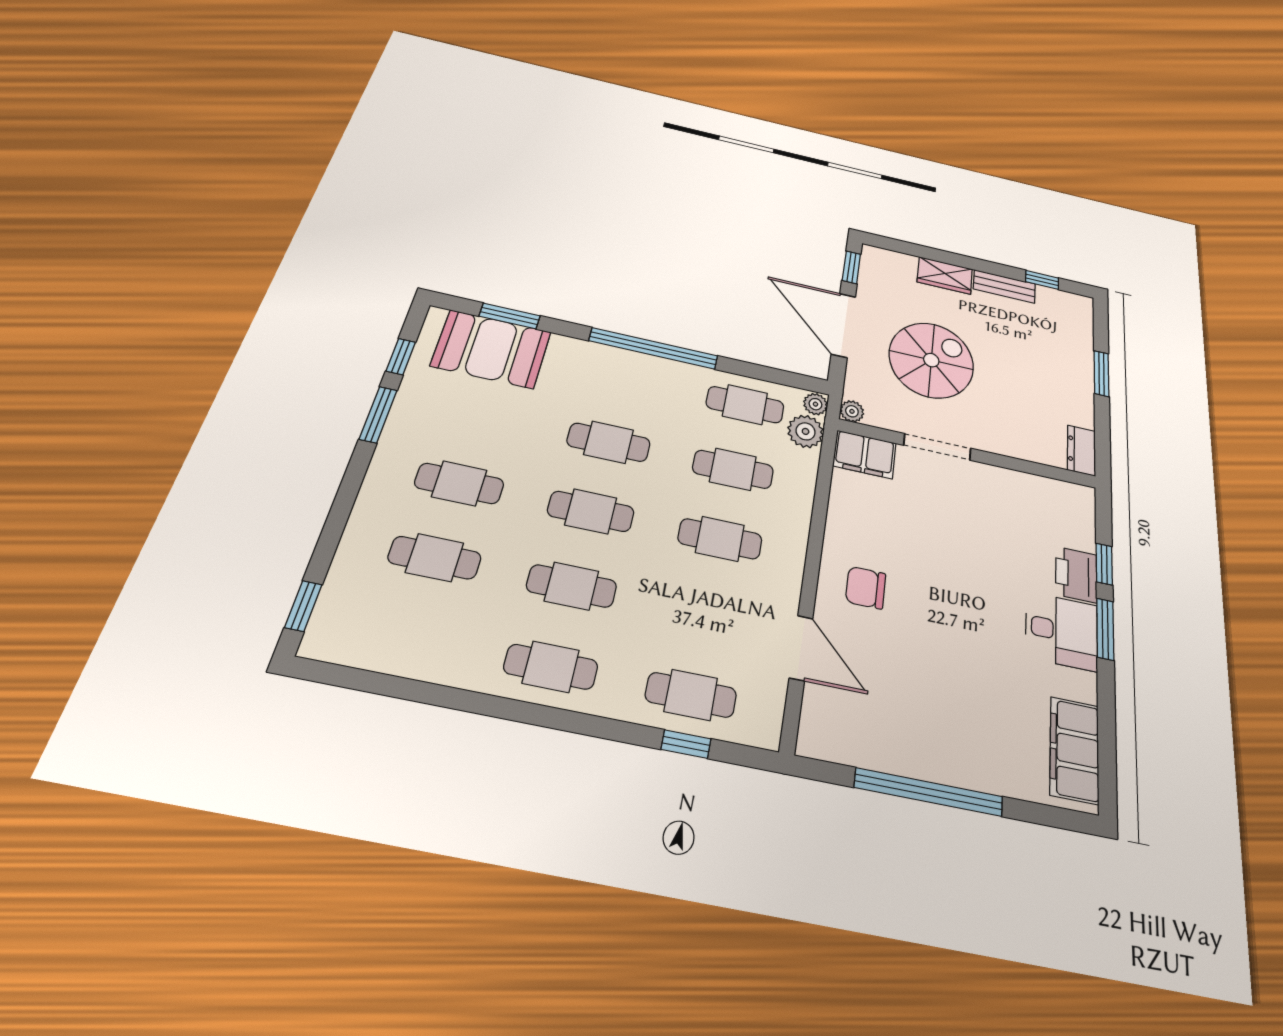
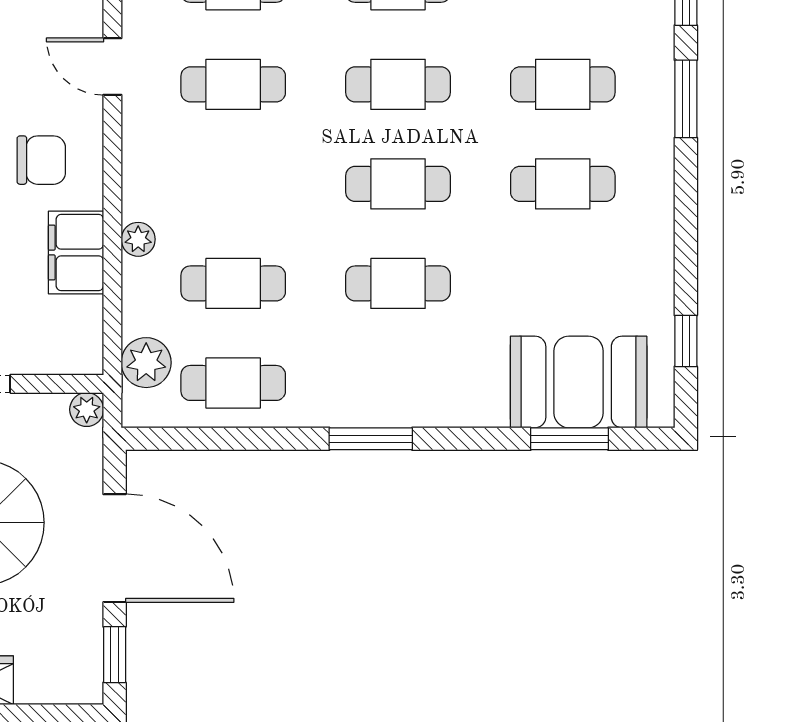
window: (654, 348) -> (371, 439), width x0.47
plant: (815, 404) -> (138, 239), moved
window: (378, 415) -> (686, 99), moved
filing cabinet: (865, 454) -> (76, 253), moved, turned -90
cafe table: (720, 539) -> (233, 84), moved
door: (801, 648) -> (112, 67), width x0.73

